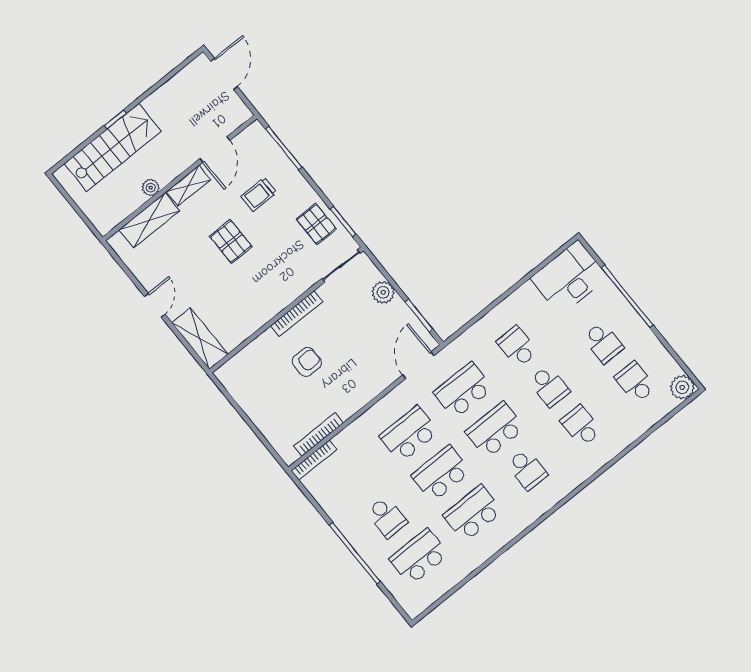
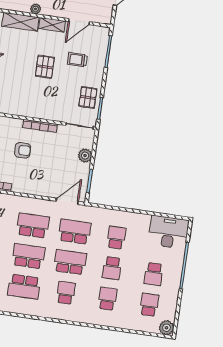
school desk: (527, 470) -> (66, 293), turned 180
school desk: (473, 513) -> (24, 287), turned 180

